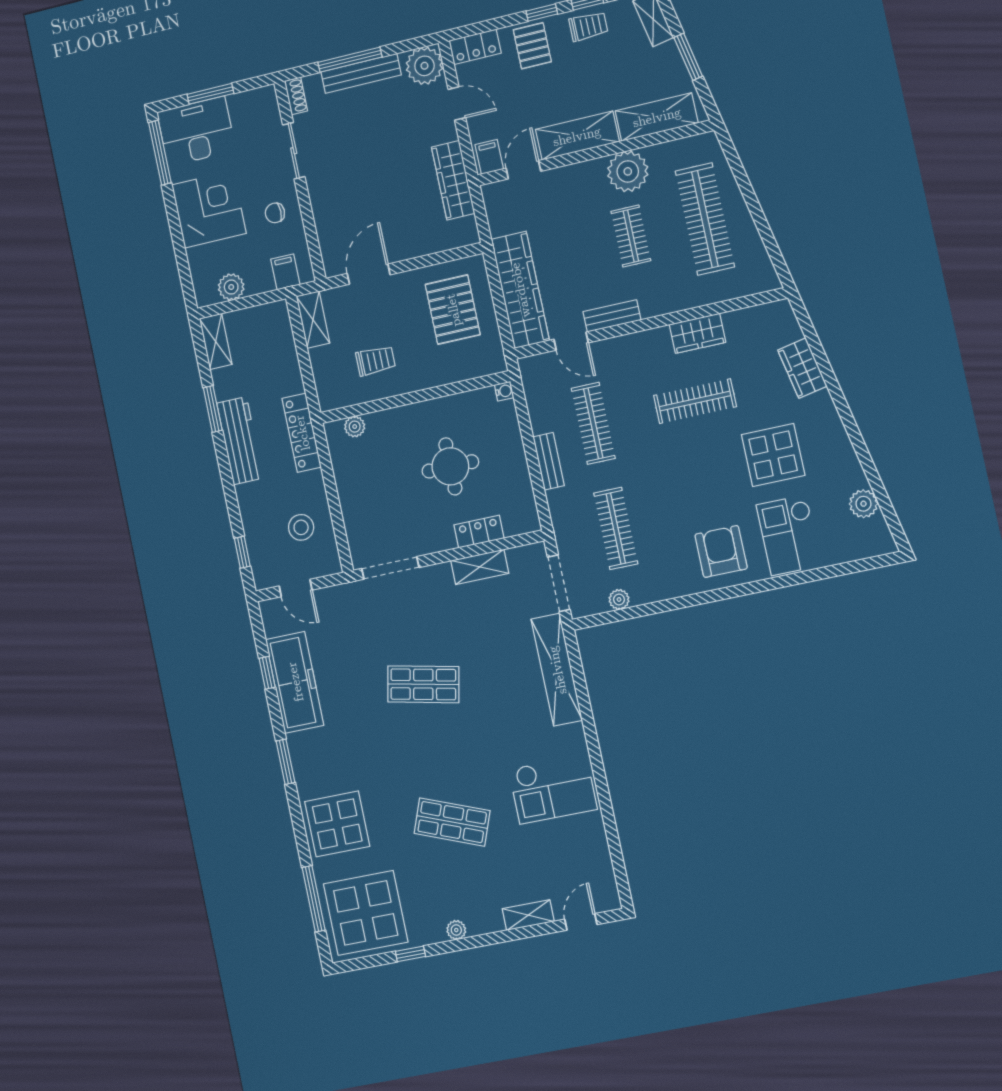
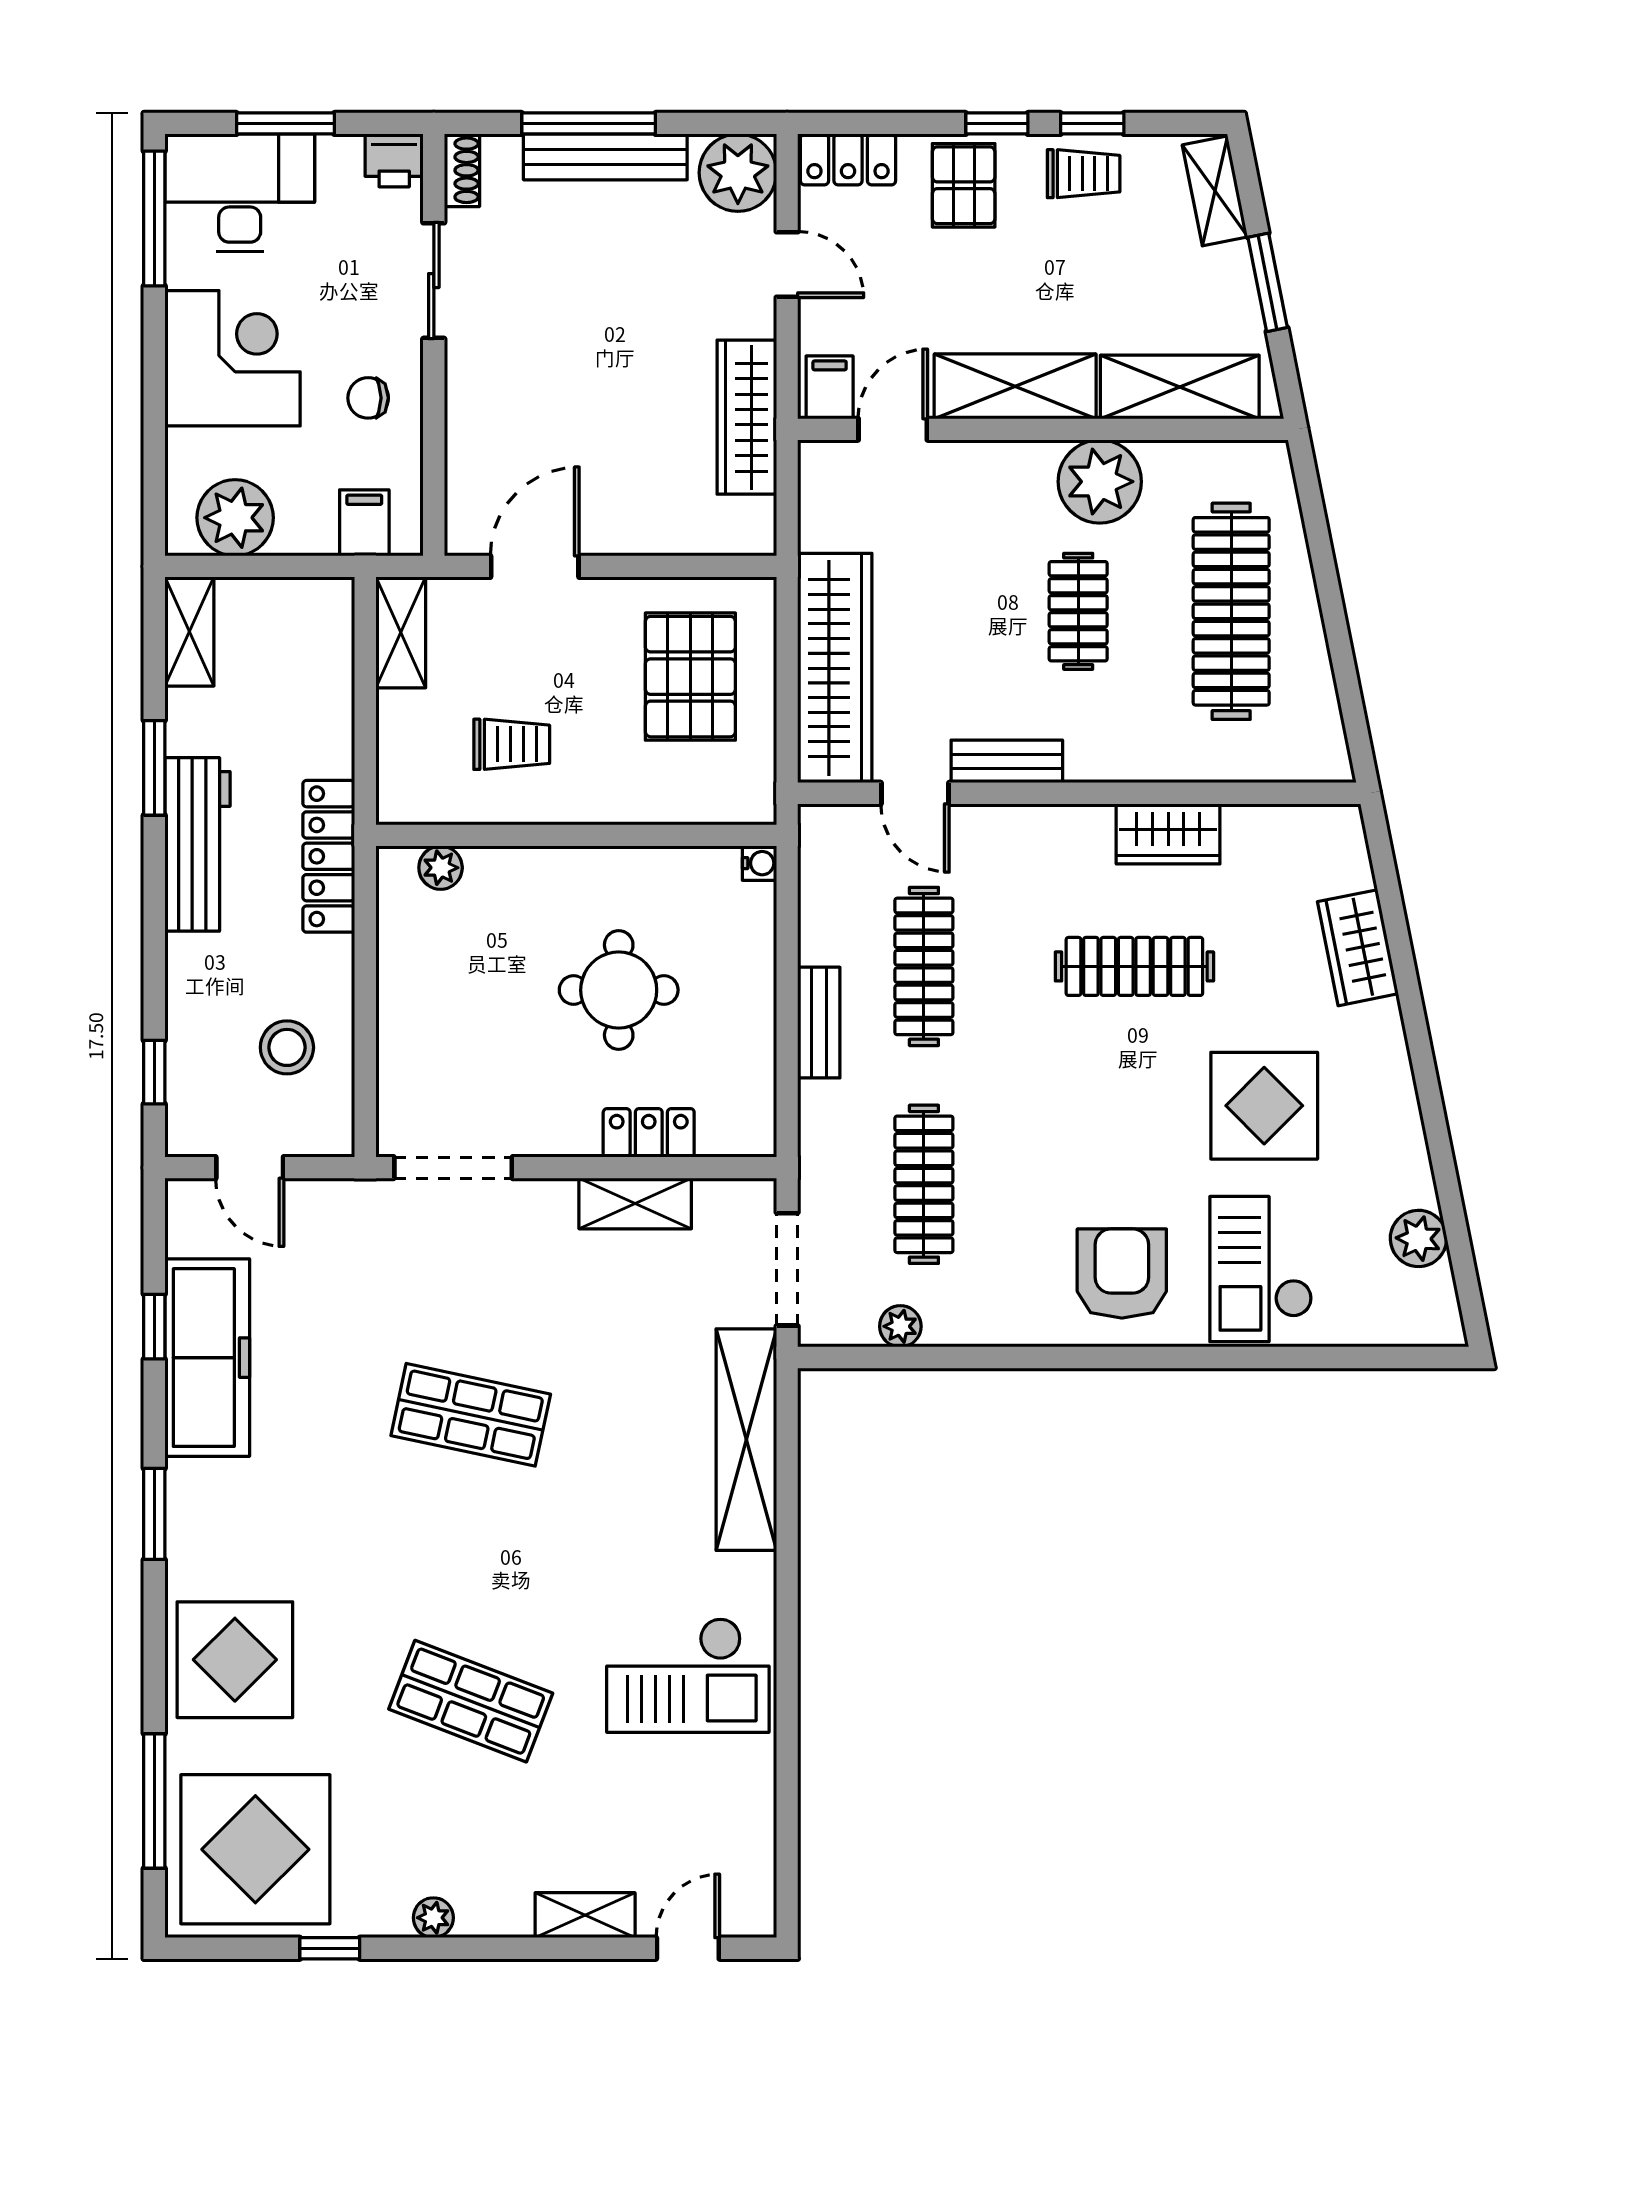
printer: (264, 99) -> (394, 160), added
plant: (231, 287) -> (235, 518), width x1.36, depth x1.36

